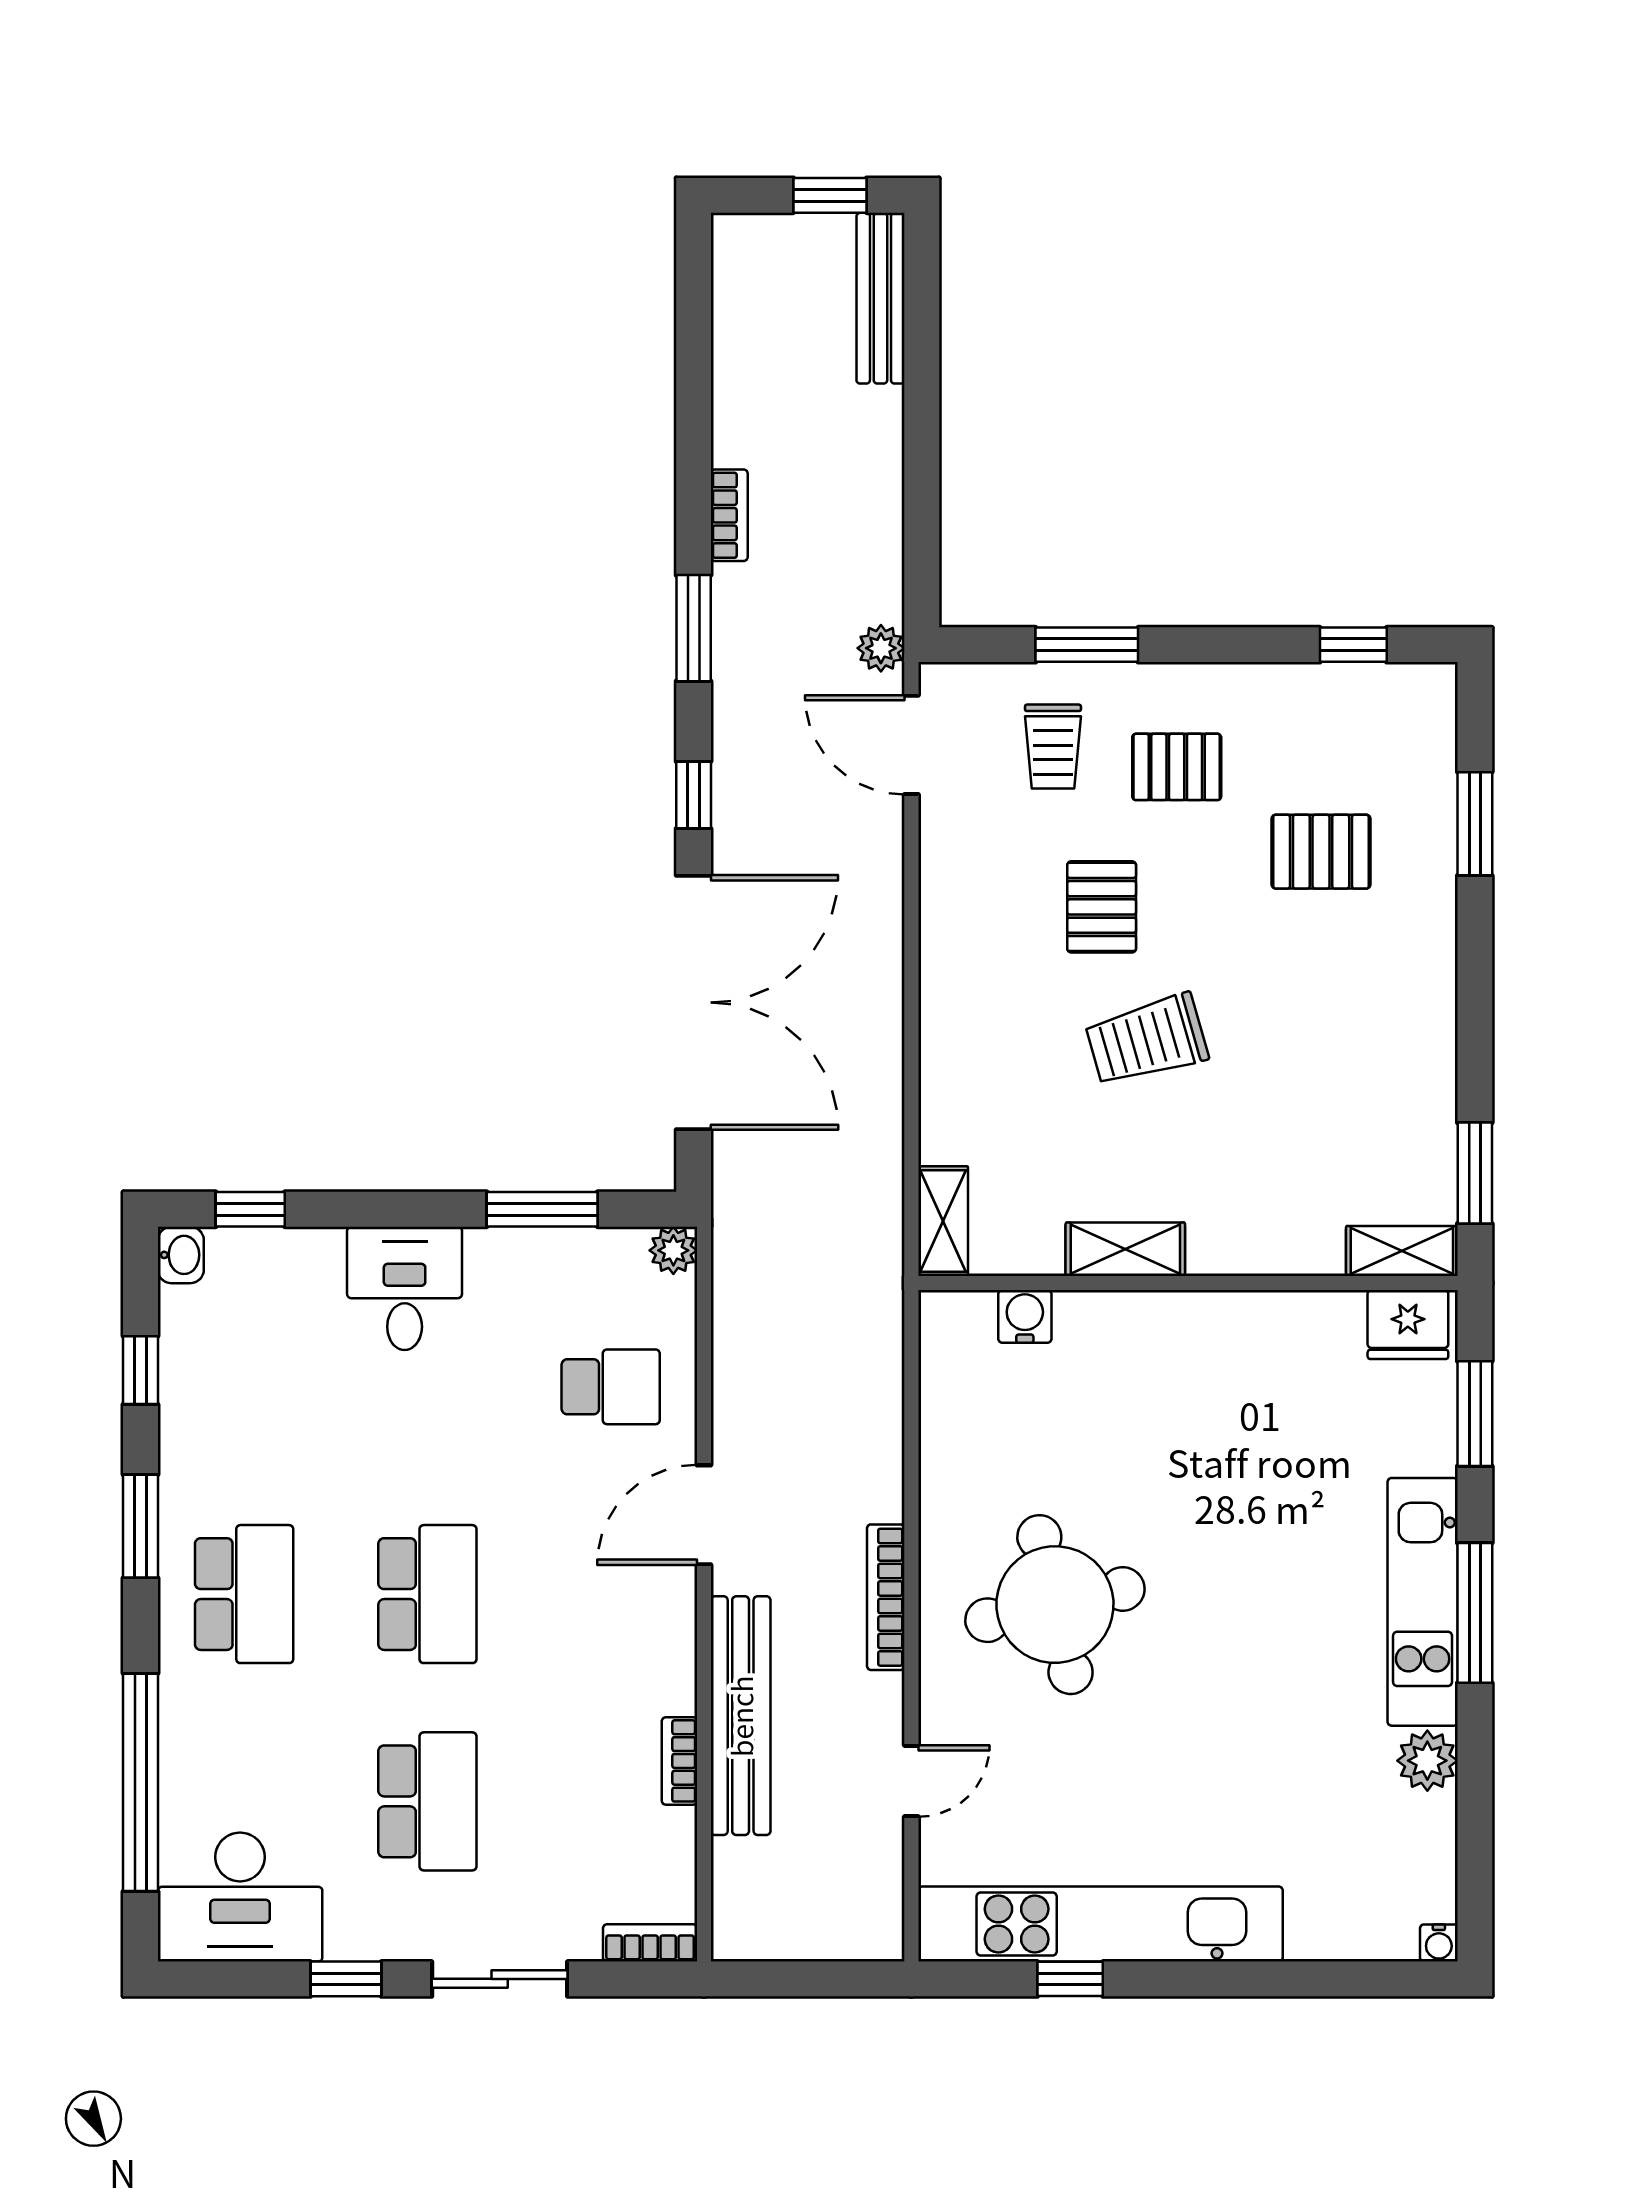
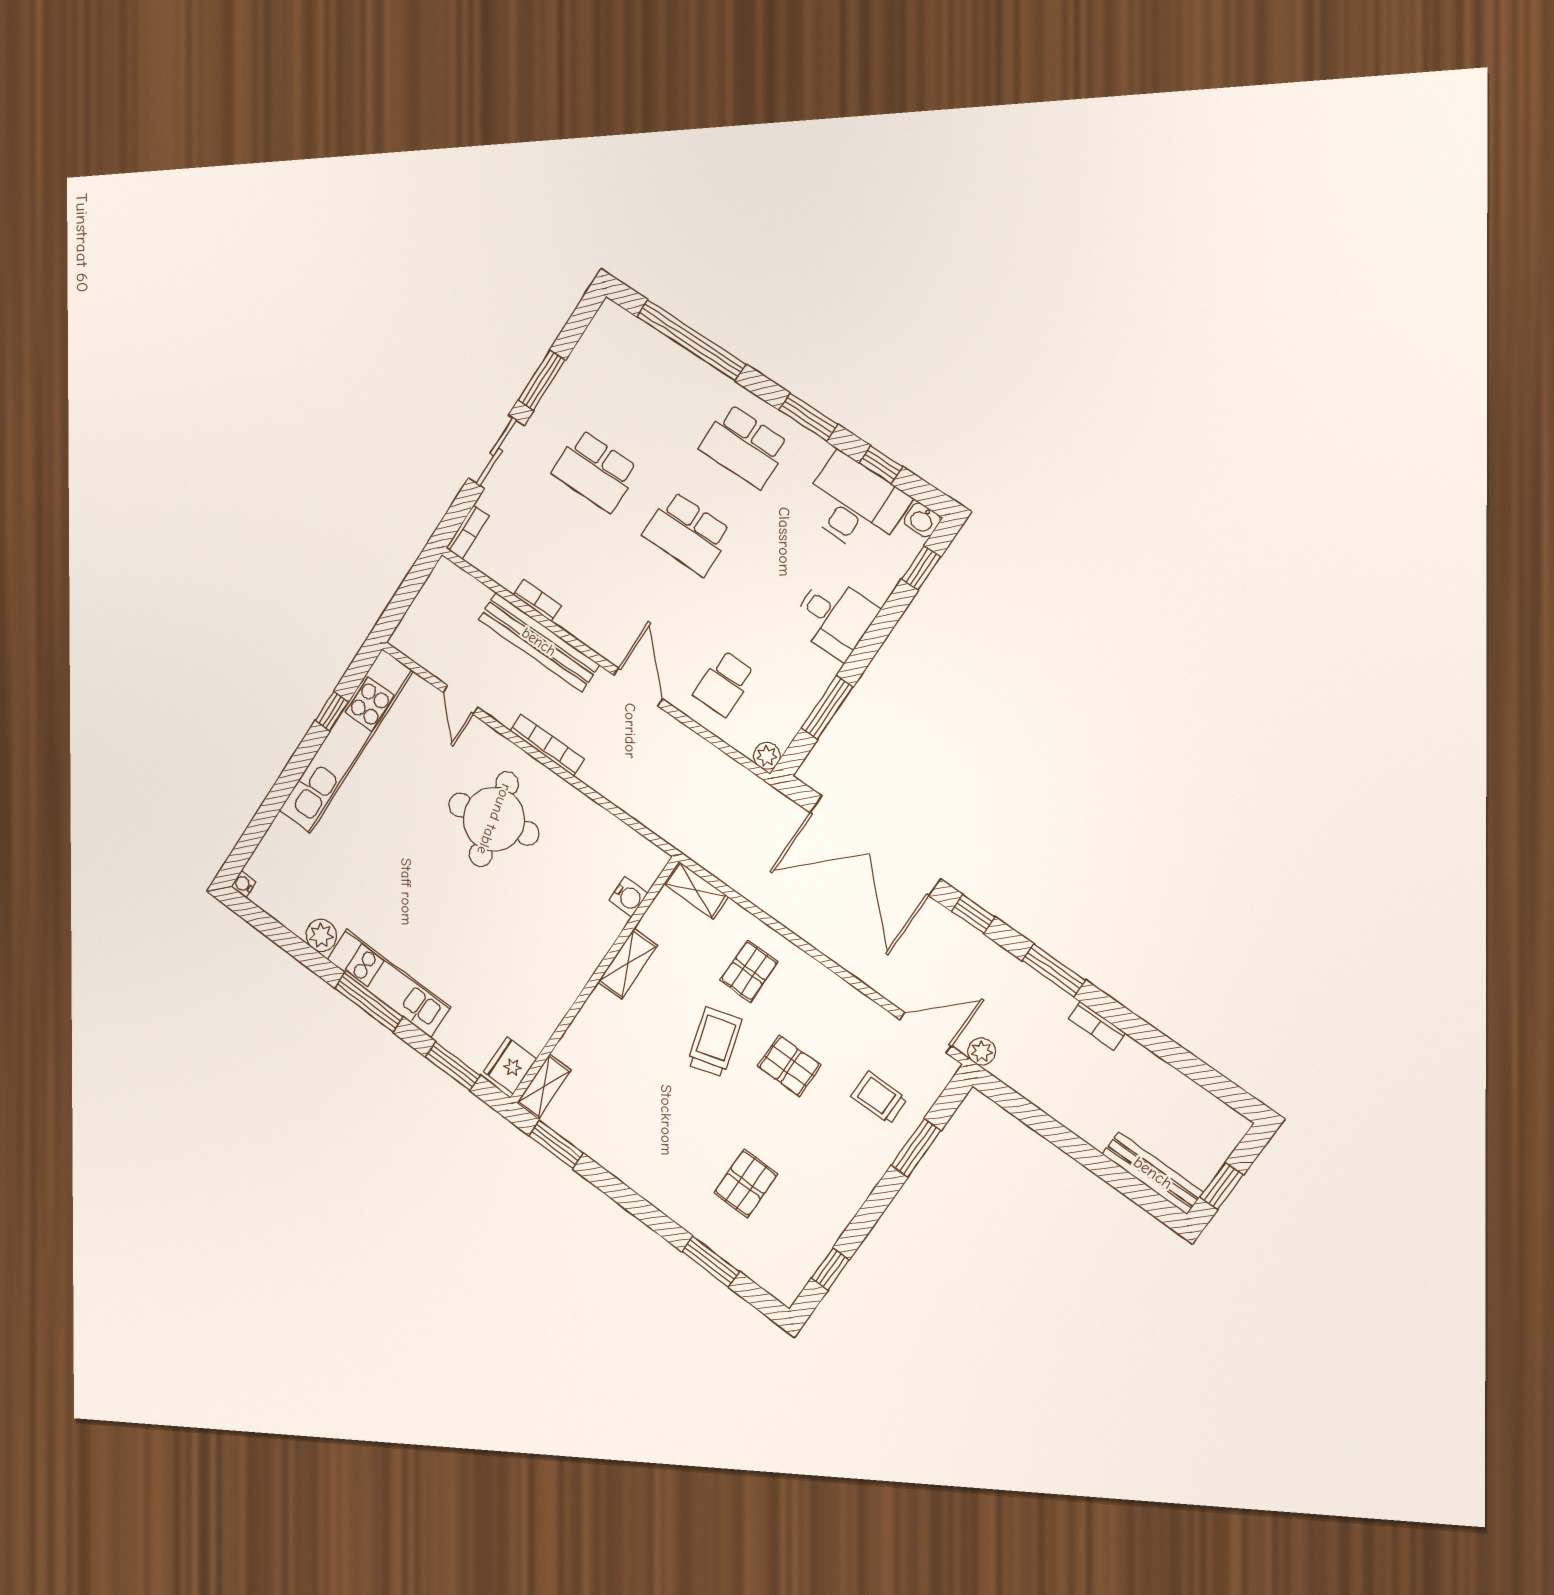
pallet: (1177, 767) -> (749, 971), moved
desk: (240, 1897) -> (855, 504), moved, turned 90
window: (346, 1979) -> (542, 380), width x1.50

